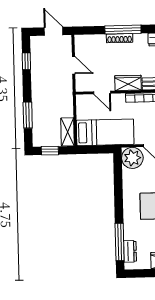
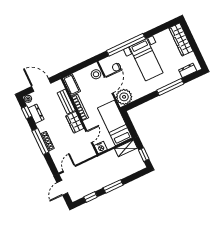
door: (74, 65) -> (69, 169), moved
nightstand: (82, 101) -> (101, 147), added
window: (28, 115) -> (113, 186), moved
window: (120, 242) -> (170, 87), moved

